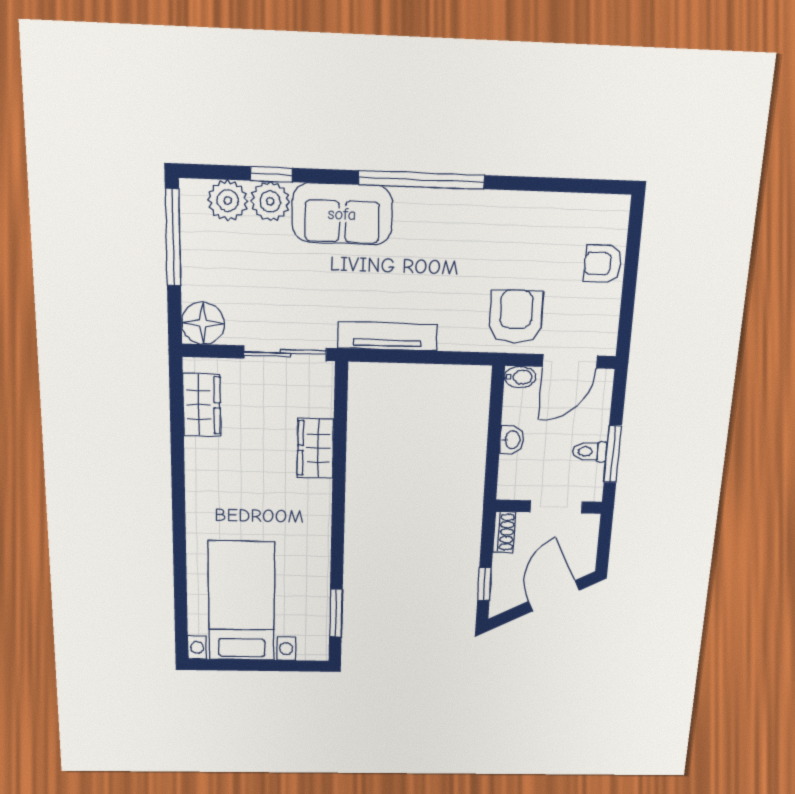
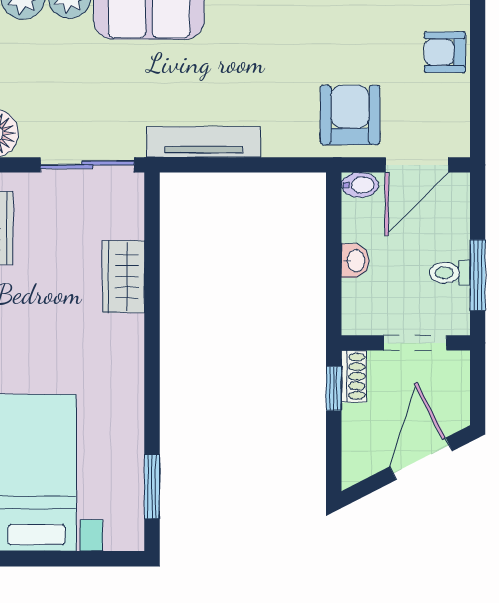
window: (484, 584) -> (334, 389), moved

